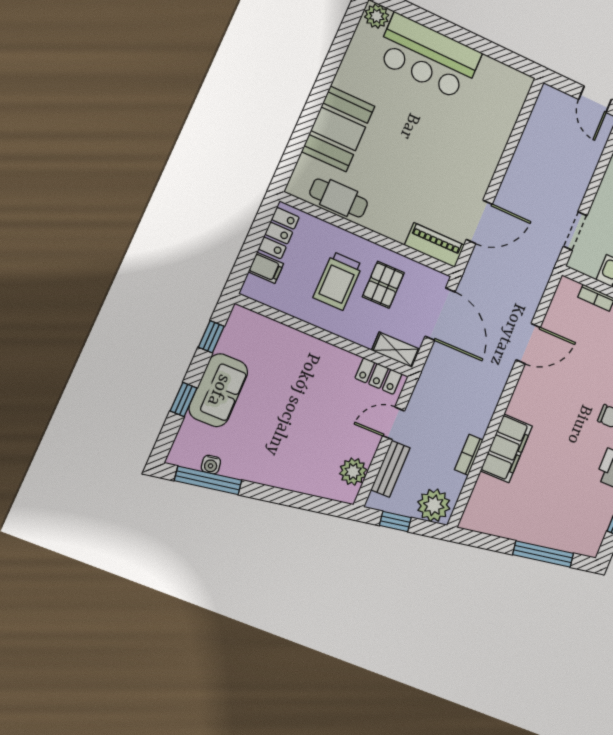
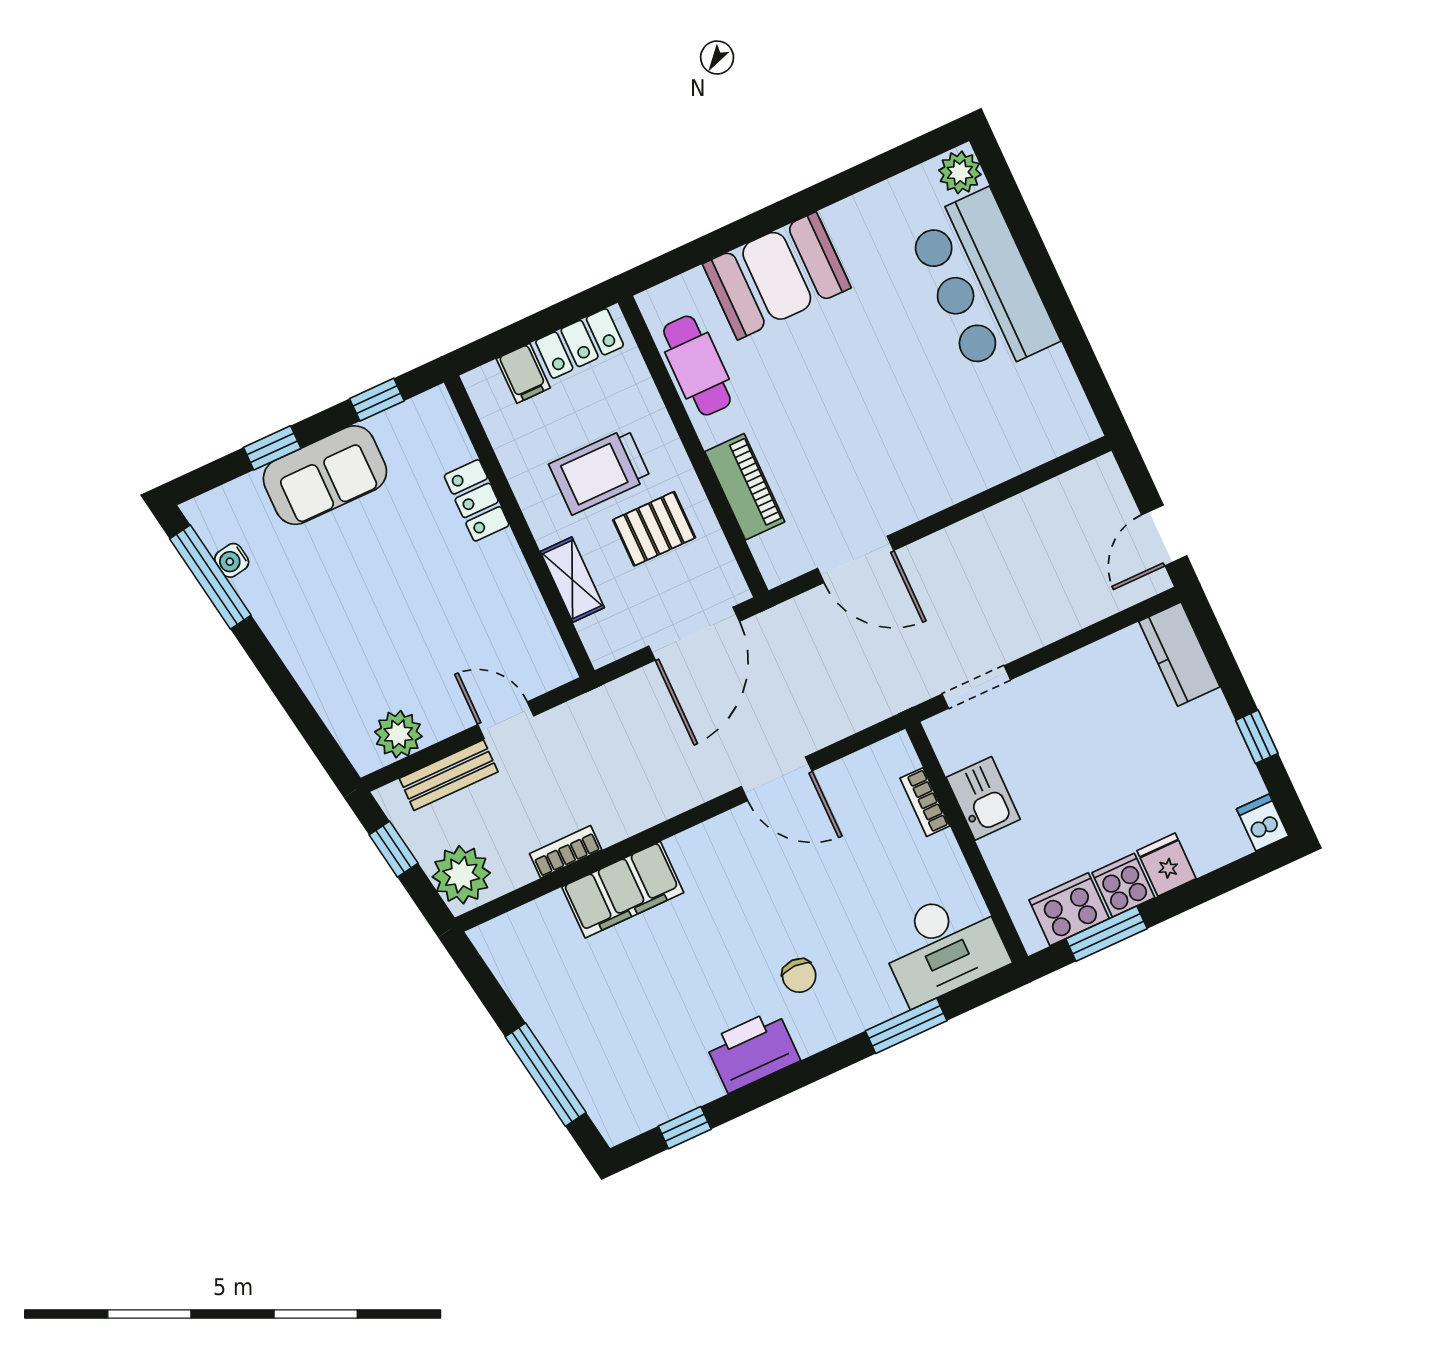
piano: (434, 245) -> (745, 487), moved
shelving: (396, 350) -> (572, 580), moved
locker: (378, 376) -> (477, 500), moved

